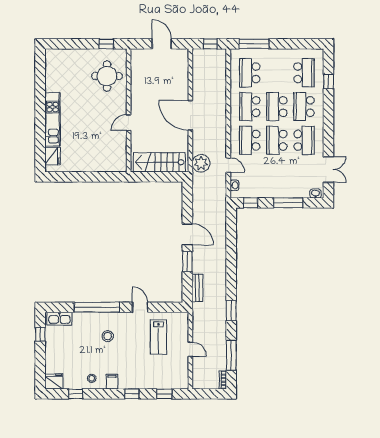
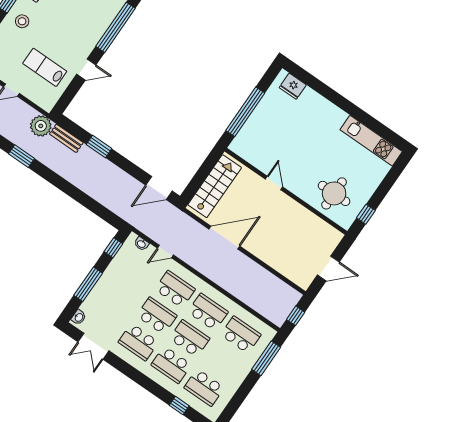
school desk: (304, 107) -> (171, 365), turned 180
door: (190, 115) -> (224, 238), moved
kitchen unit: (53, 119) -> (371, 141), moved
plant: (201, 163) -> (41, 126), moved
window: (93, 177) -> (245, 112), added
door: (187, 234) -> (159, 188), moved
stool: (108, 336) -> (22, 21), moved

